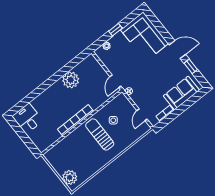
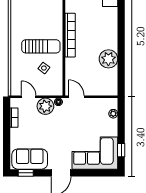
window: (115, 30) -> (121, 150), moved
window: (191, 66) -> (26, 173), moved
sofa: (181, 93) -> (30, 159), moved, turned -90
plant: (139, 98) -> (45, 106), added

